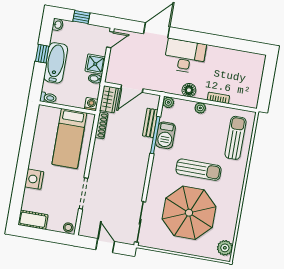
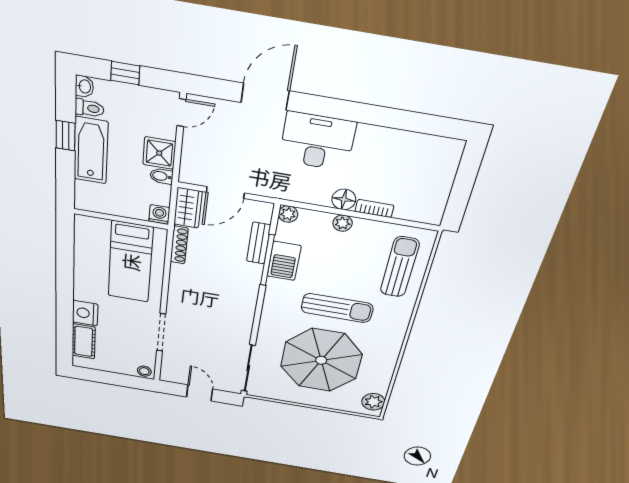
floor lamp: (189, 90) -> (344, 199), moved
toilet: (48, 98) -> (89, 108), moved
cot: (33, 220) -> (84, 341), moved, turned 90

